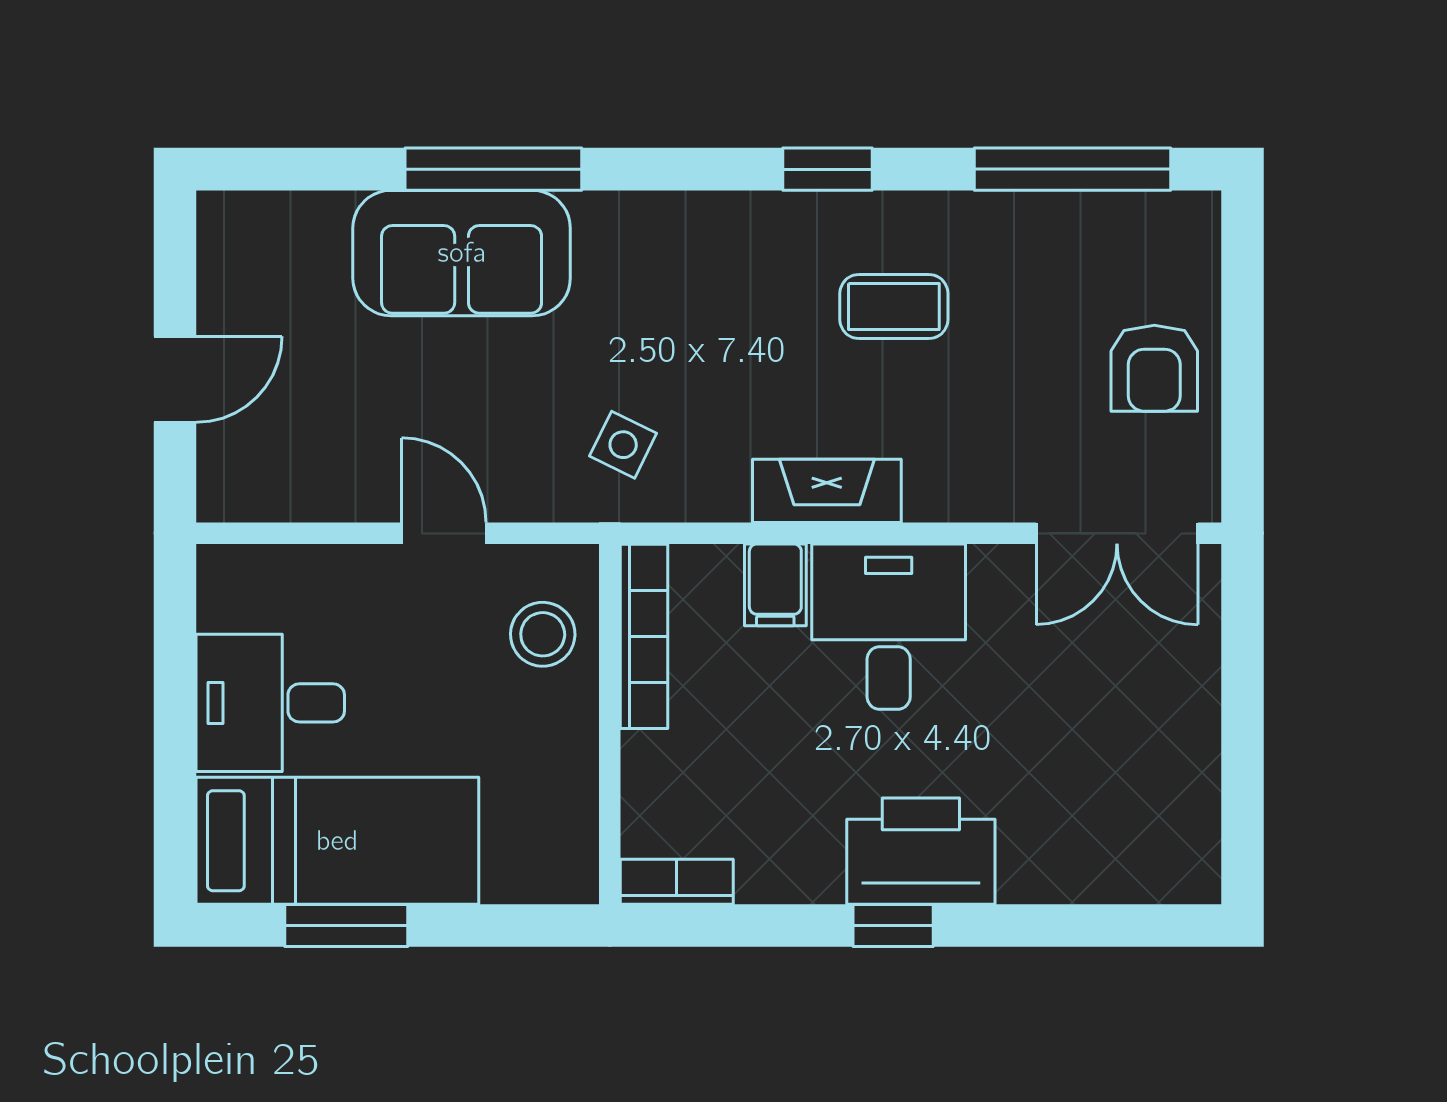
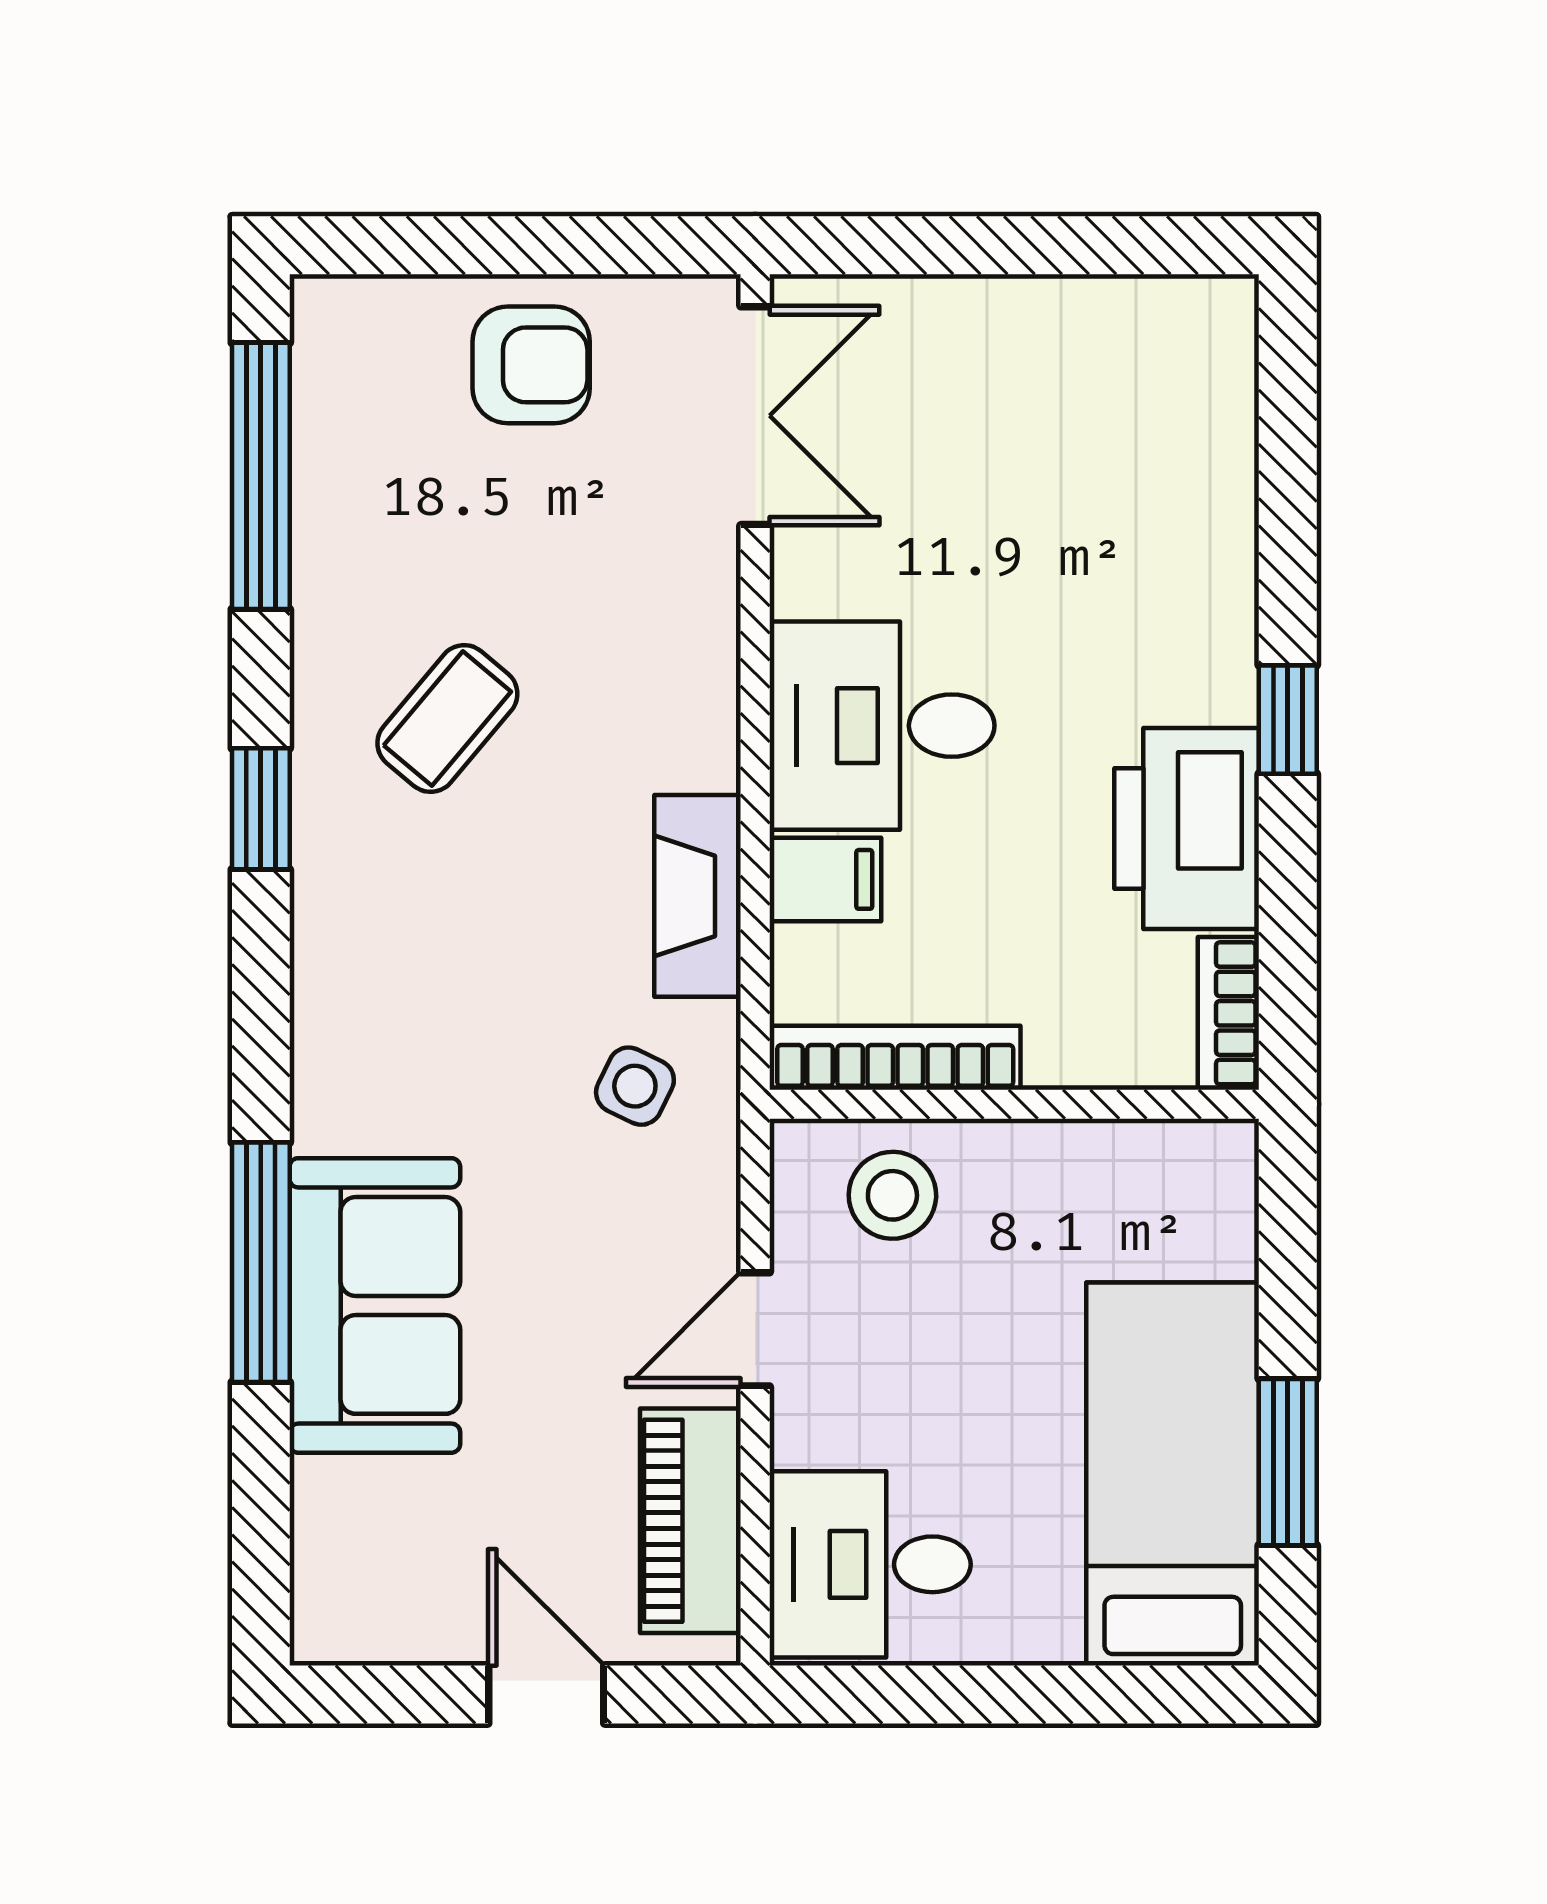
coffee table: (894, 307) -> (447, 718), turned 40
piano: (303, 486) -> (690, 1521), added
fireplace: (827, 491) -> (698, 896), moved
desk: (270, 703) -> (870, 1564), moved, turned 90
printer: (921, 851) -> (1187, 828), moved

